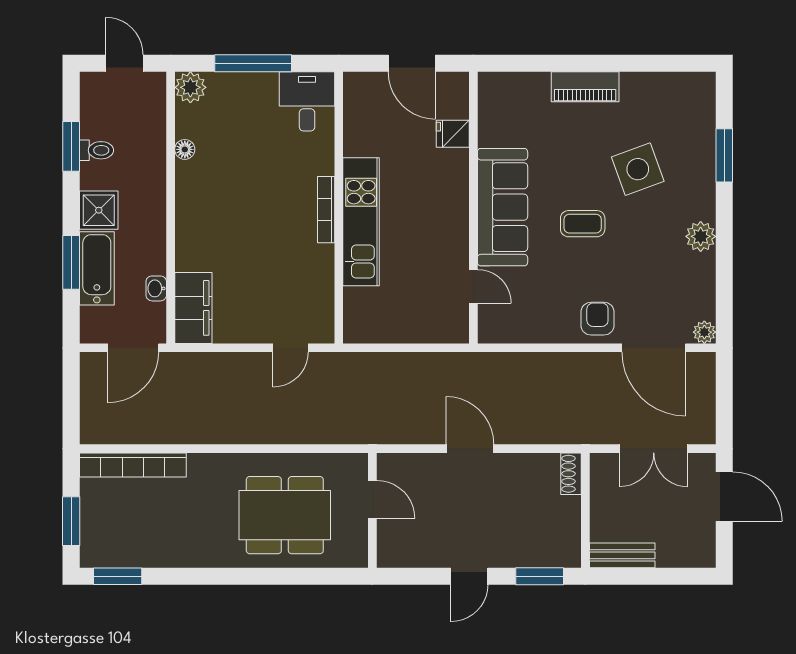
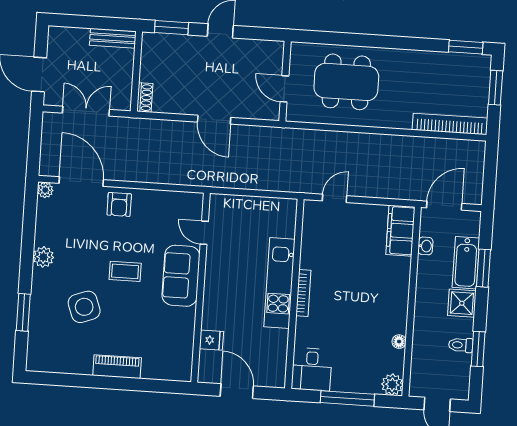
sofa: (503, 207) -> (181, 276), width x0.73

